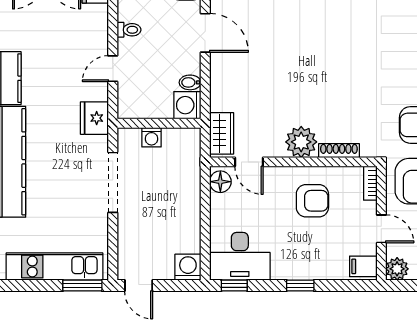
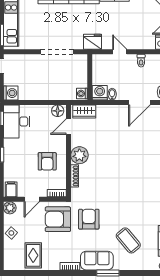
washing machine: (151, 137) -> (82, 94), moved

